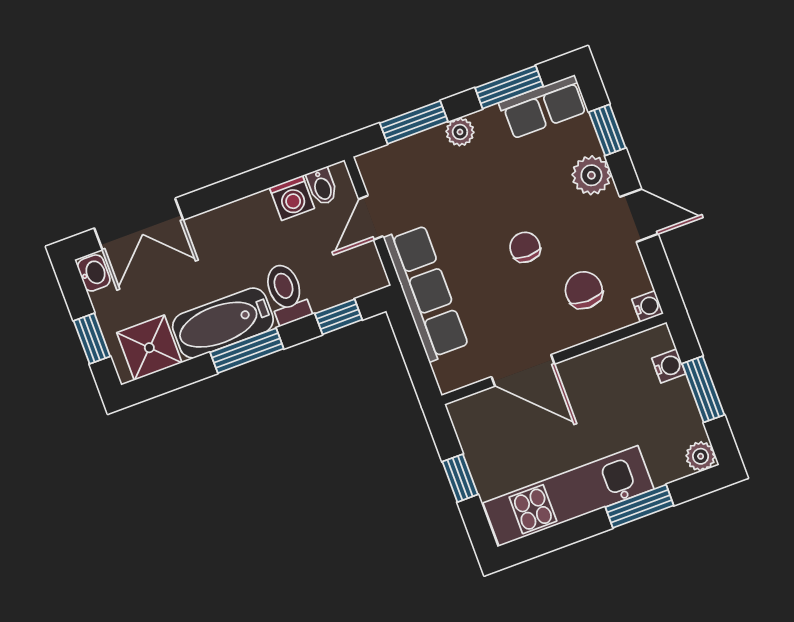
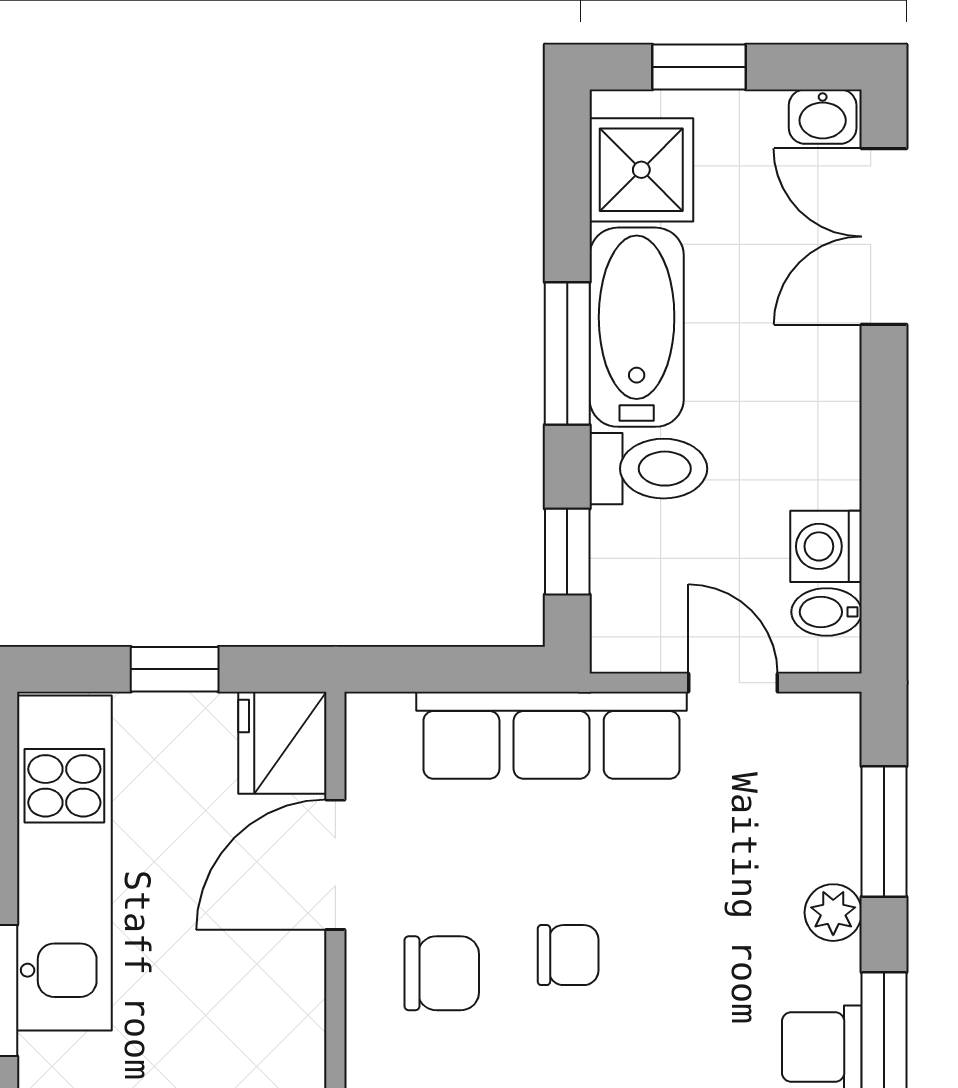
chair: (584, 290) -> (442, 973), moved
fridge: (476, 416) -> (282, 743), added

